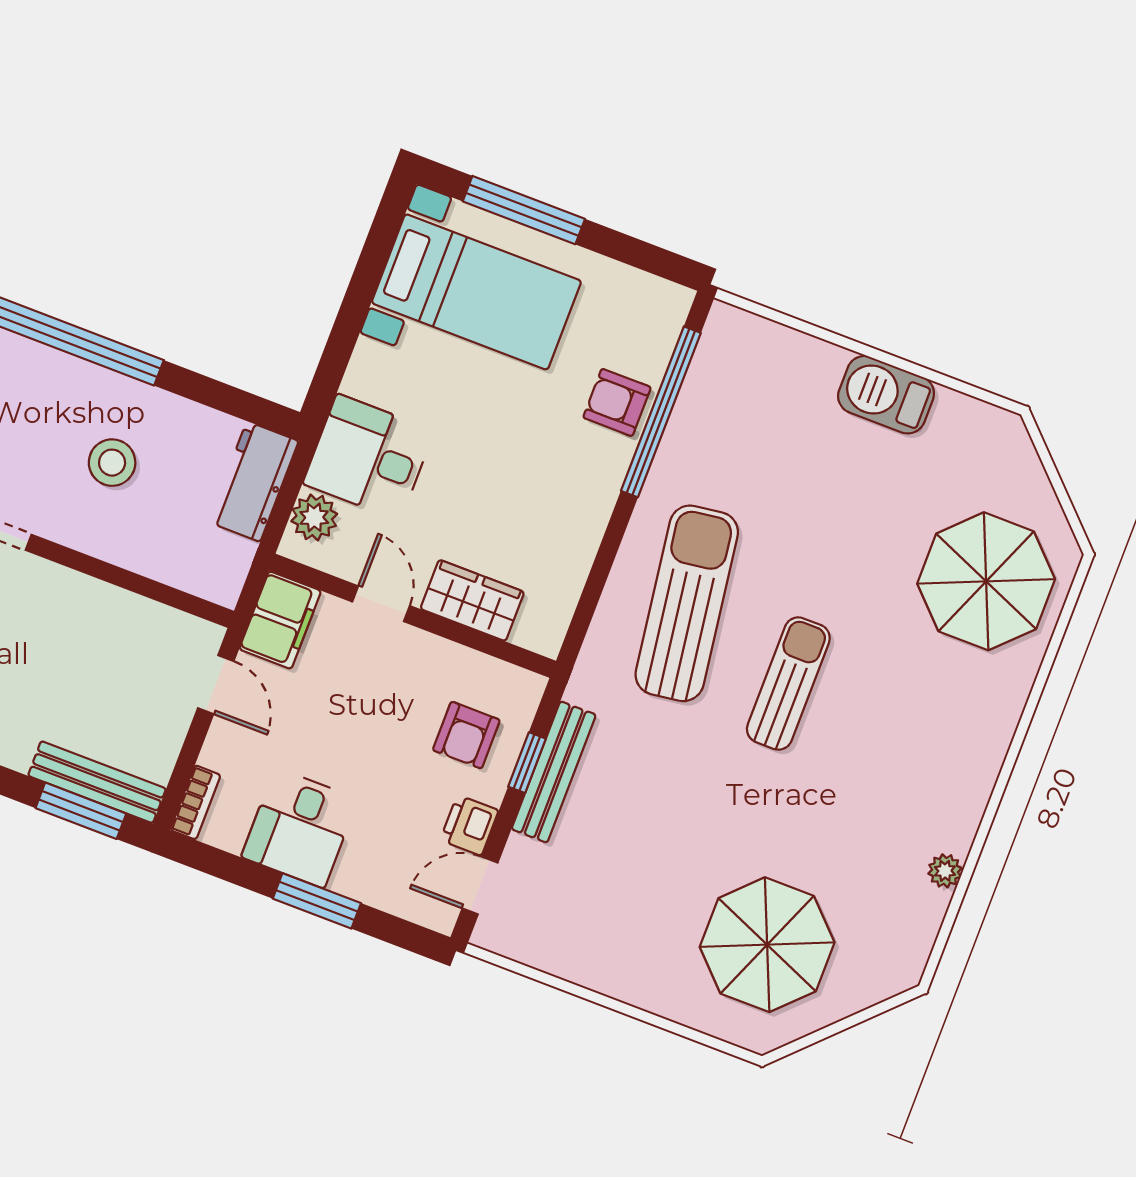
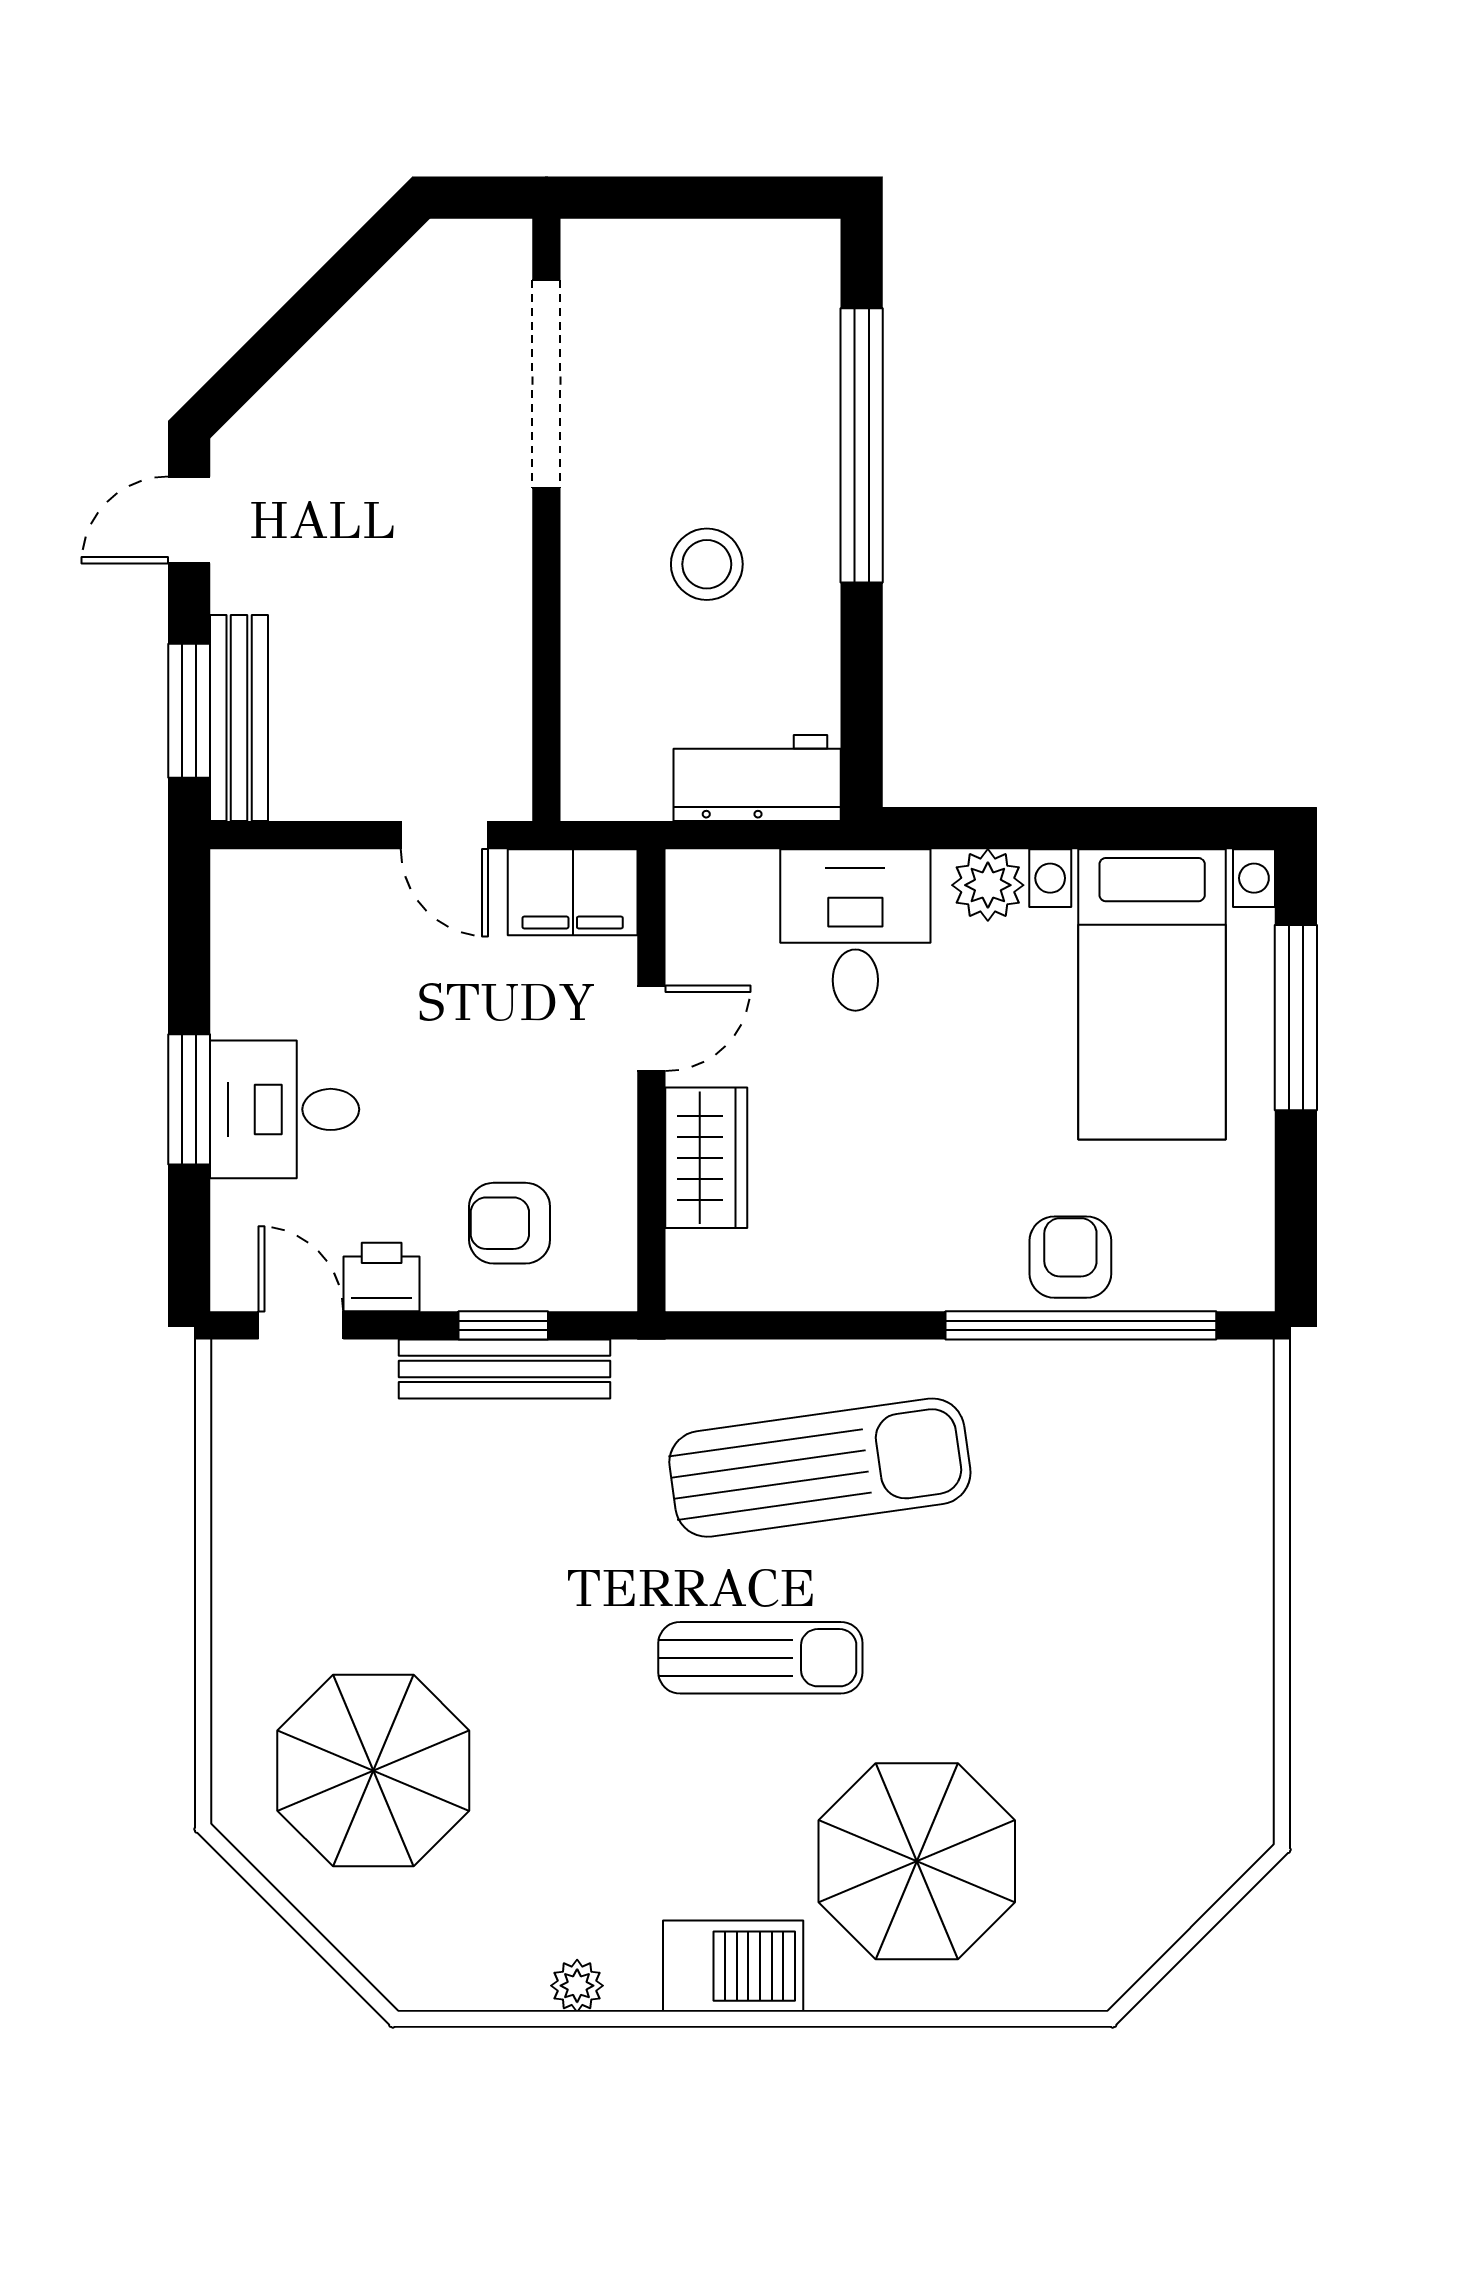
barbecue: (886, 395) -> (733, 1966), moved, turned 90
plant: (314, 517) -> (988, 885), moved
parasol: (986, 581) -> (917, 1861), moved
door: (216, 685) -> (444, 835), hinge flipped
bookcase: (195, 802) -> (264, 871), removed
desk: (300, 828) -> (285, 1109), moved

